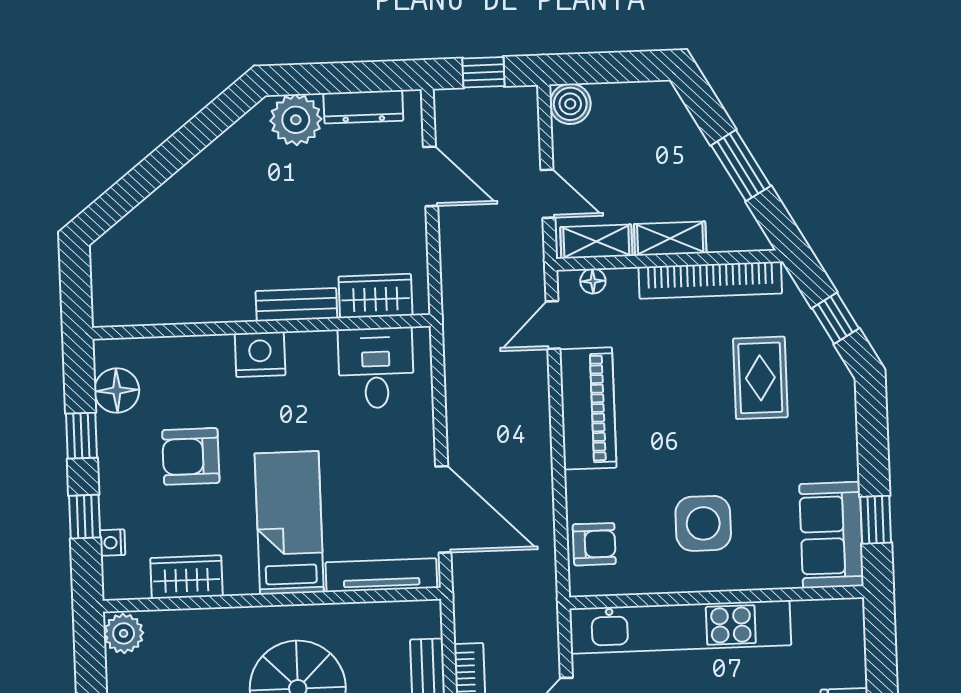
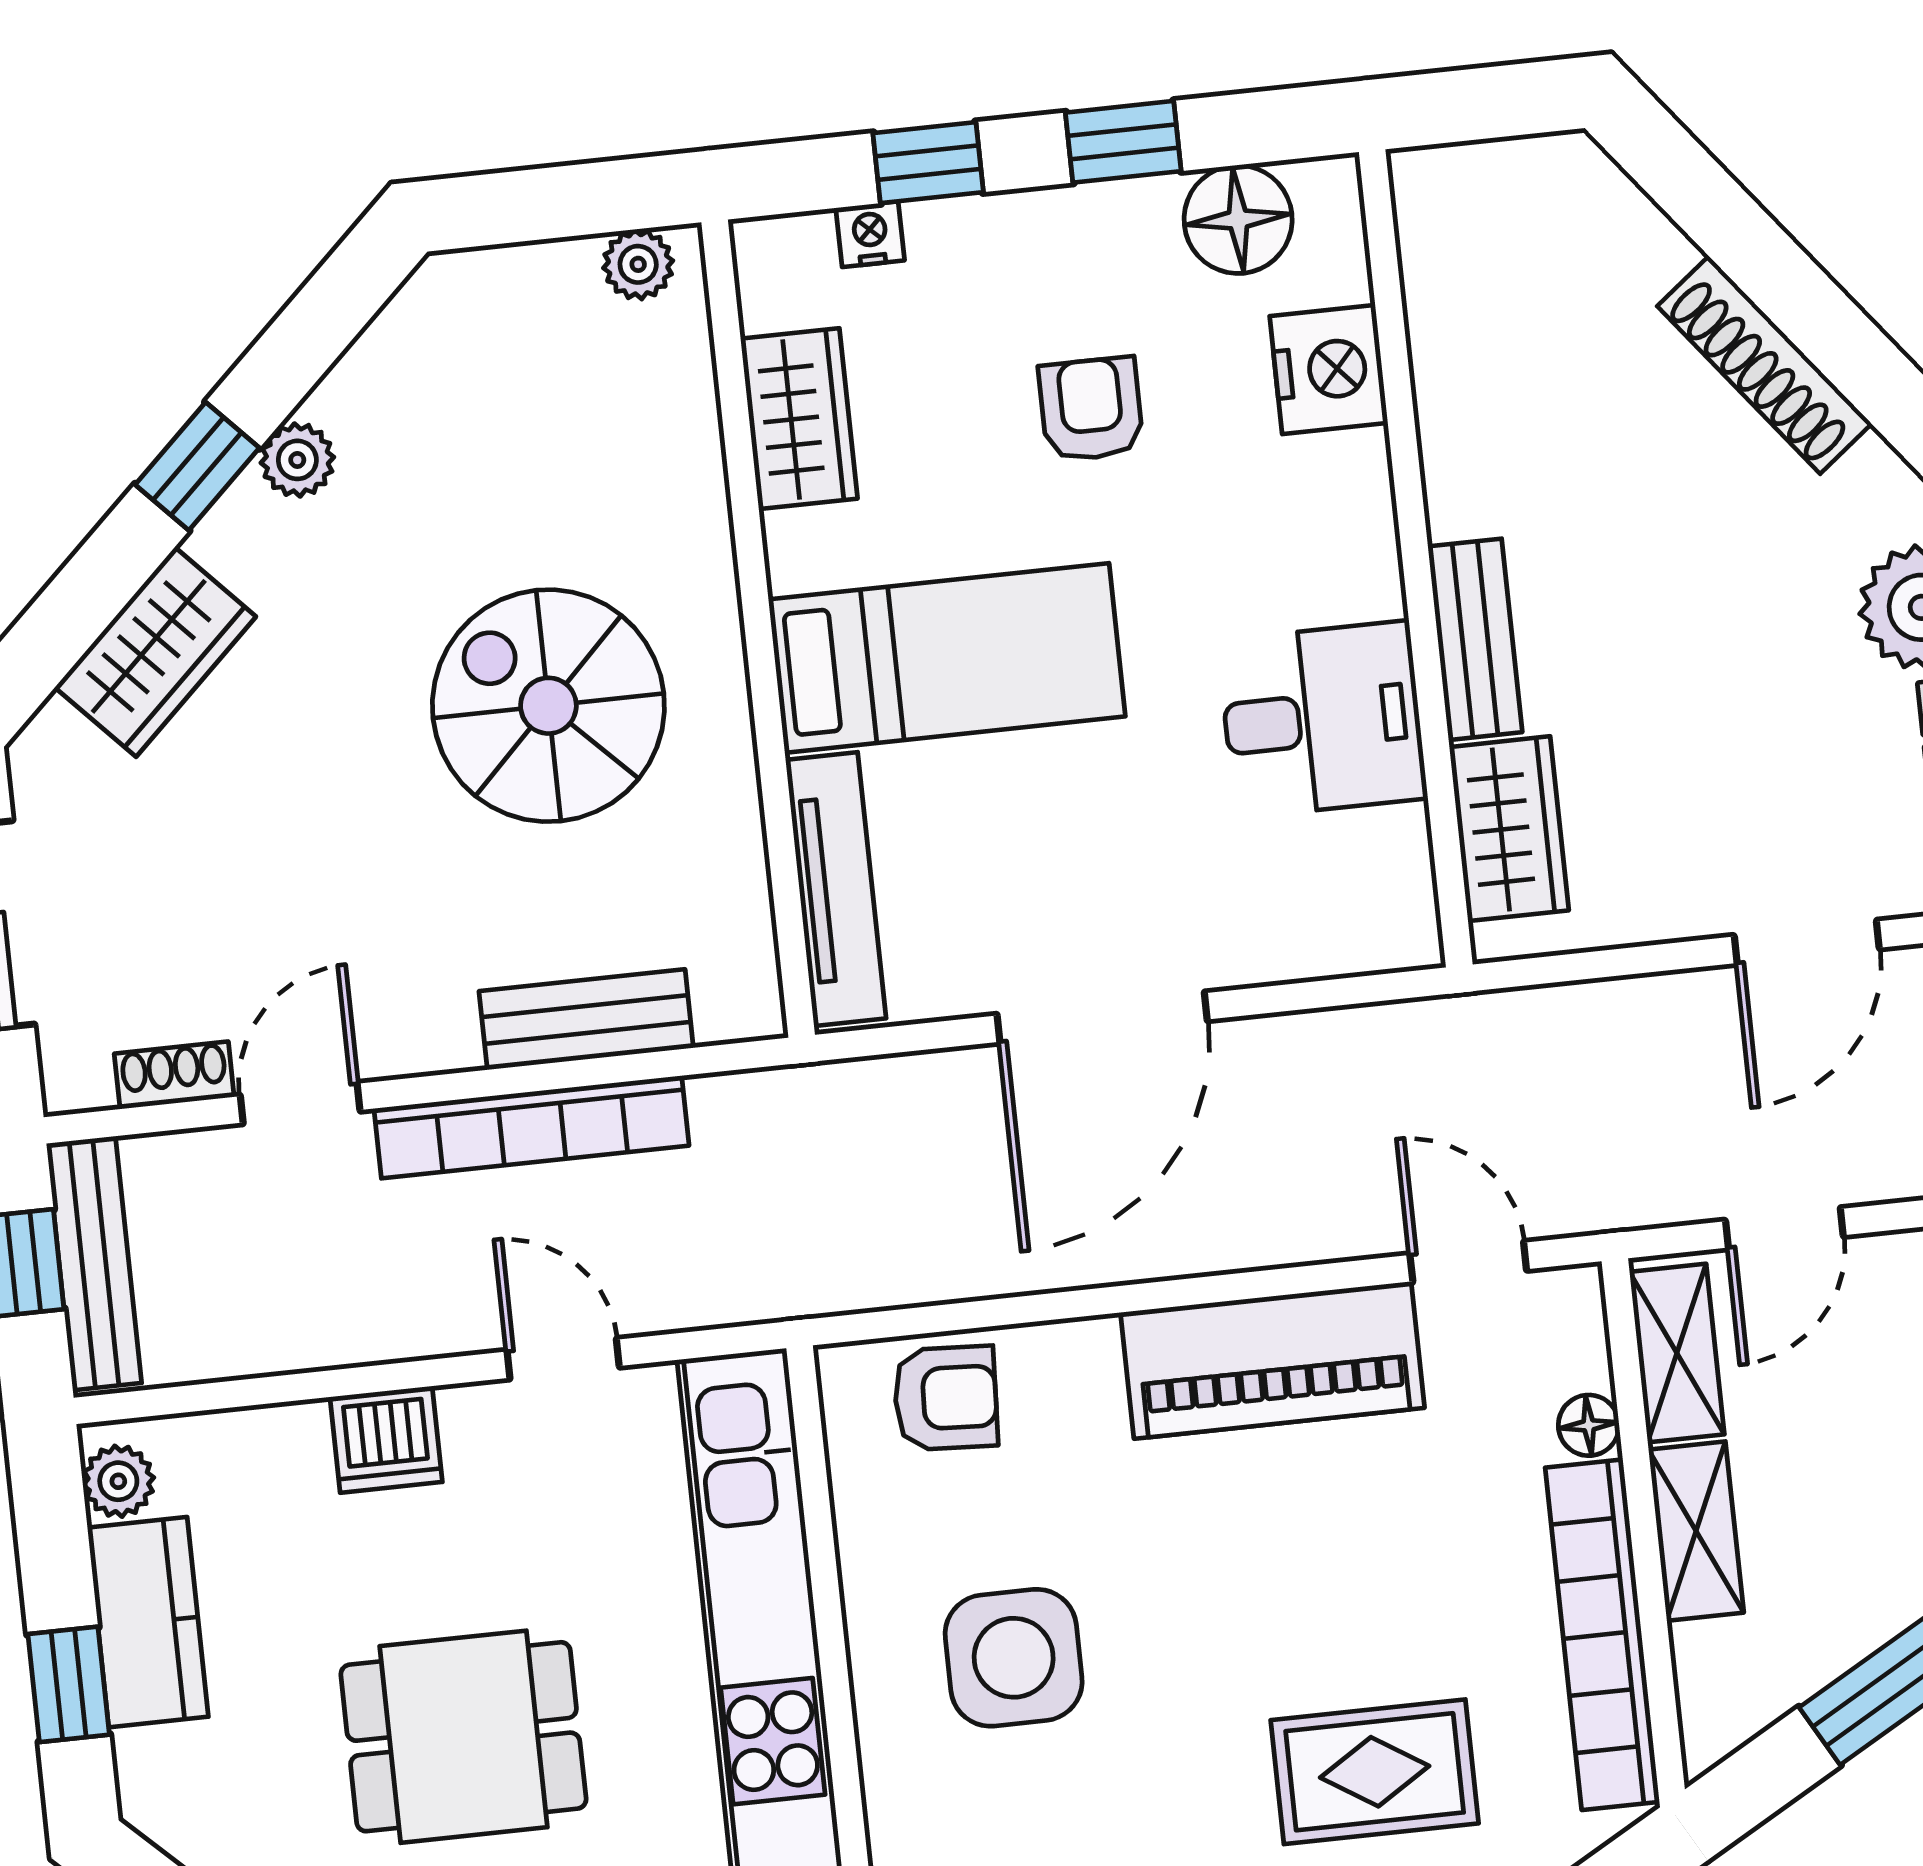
shoe rack: (191, 178) -> (1765, 365), added
floor lamp: (593, 281) -> (1589, 1425), moved
nightstand: (260, 354) -> (1329, 370), moved
desk: (376, 368) -> (1322, 719), moved
armchair: (191, 456) -> (1091, 409), width x0.72, depth x0.72
door: (443, 509) -> (1102, 1017), moved
armchair: (594, 544) -> (946, 1398), turned -87
plant: (124, 633) -> (638, 264), width x0.73, depth x0.73

